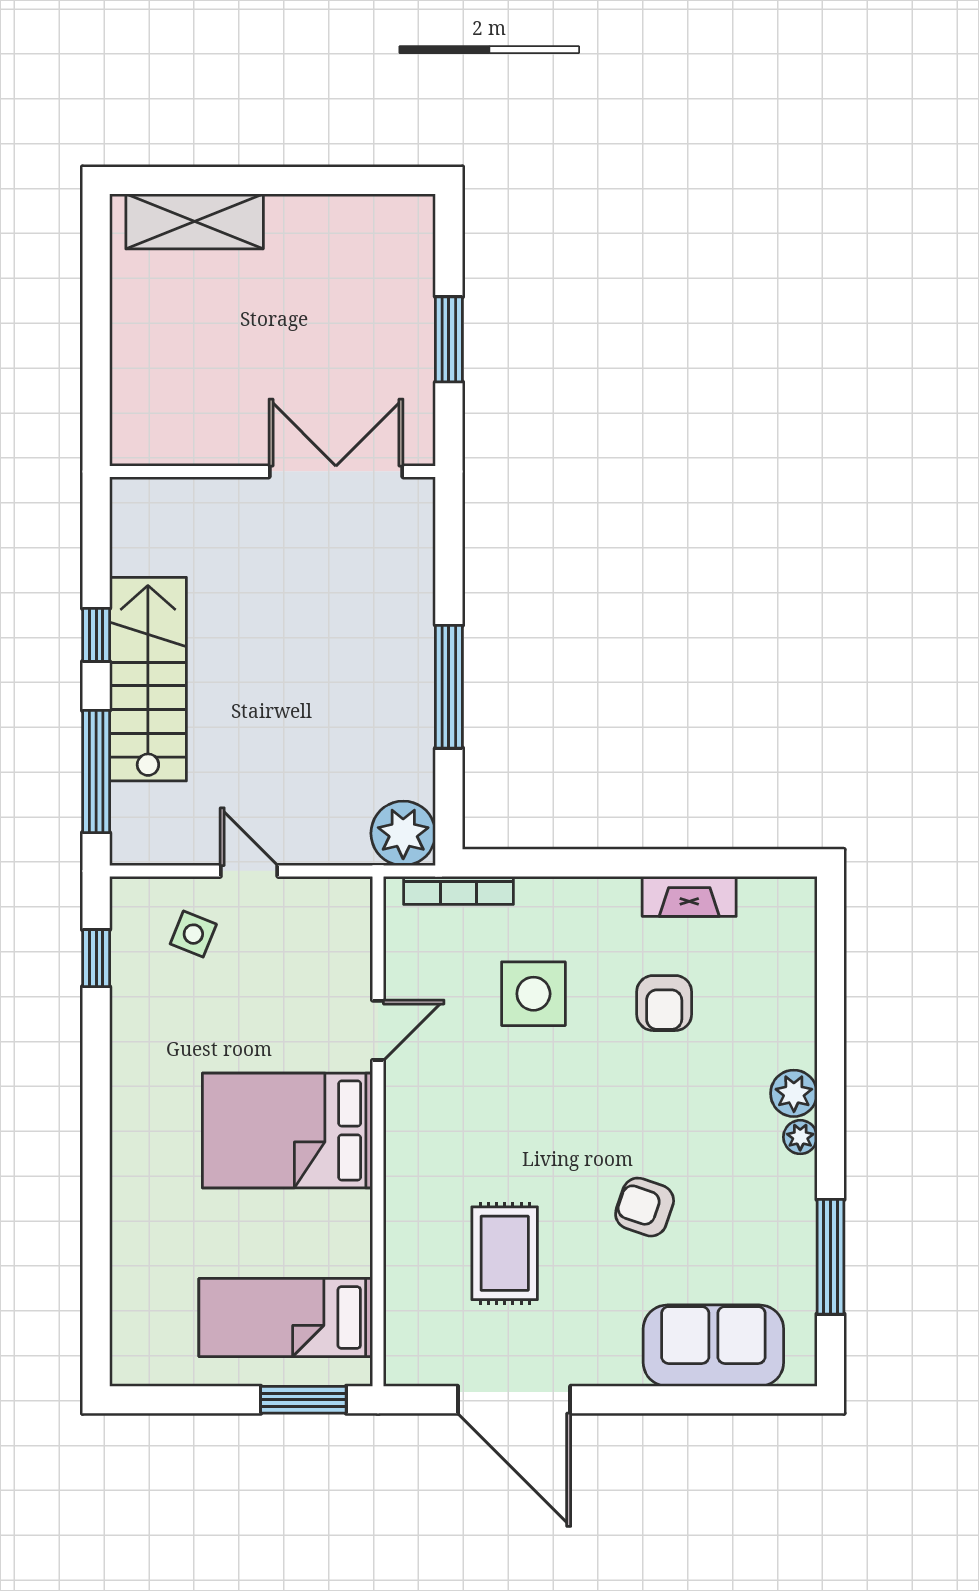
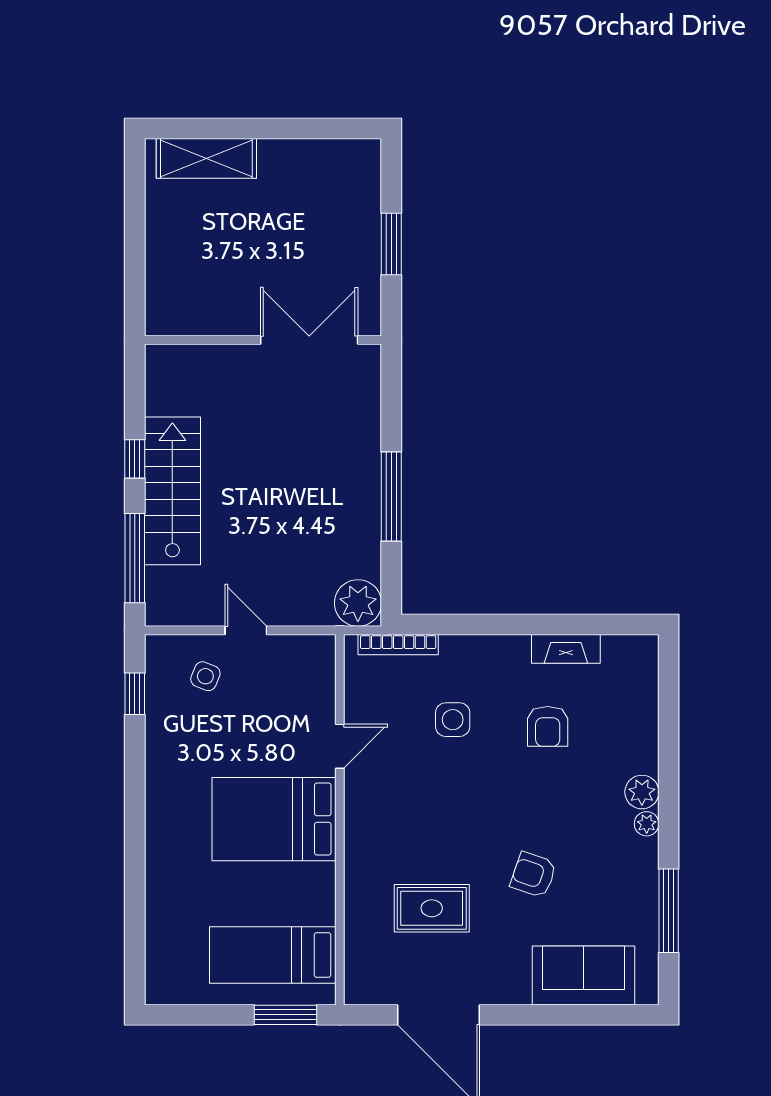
side table: (533, 994) -> (453, 720), width x0.73, depth x0.73
rug: (505, 1253) -> (432, 908), turned 90

